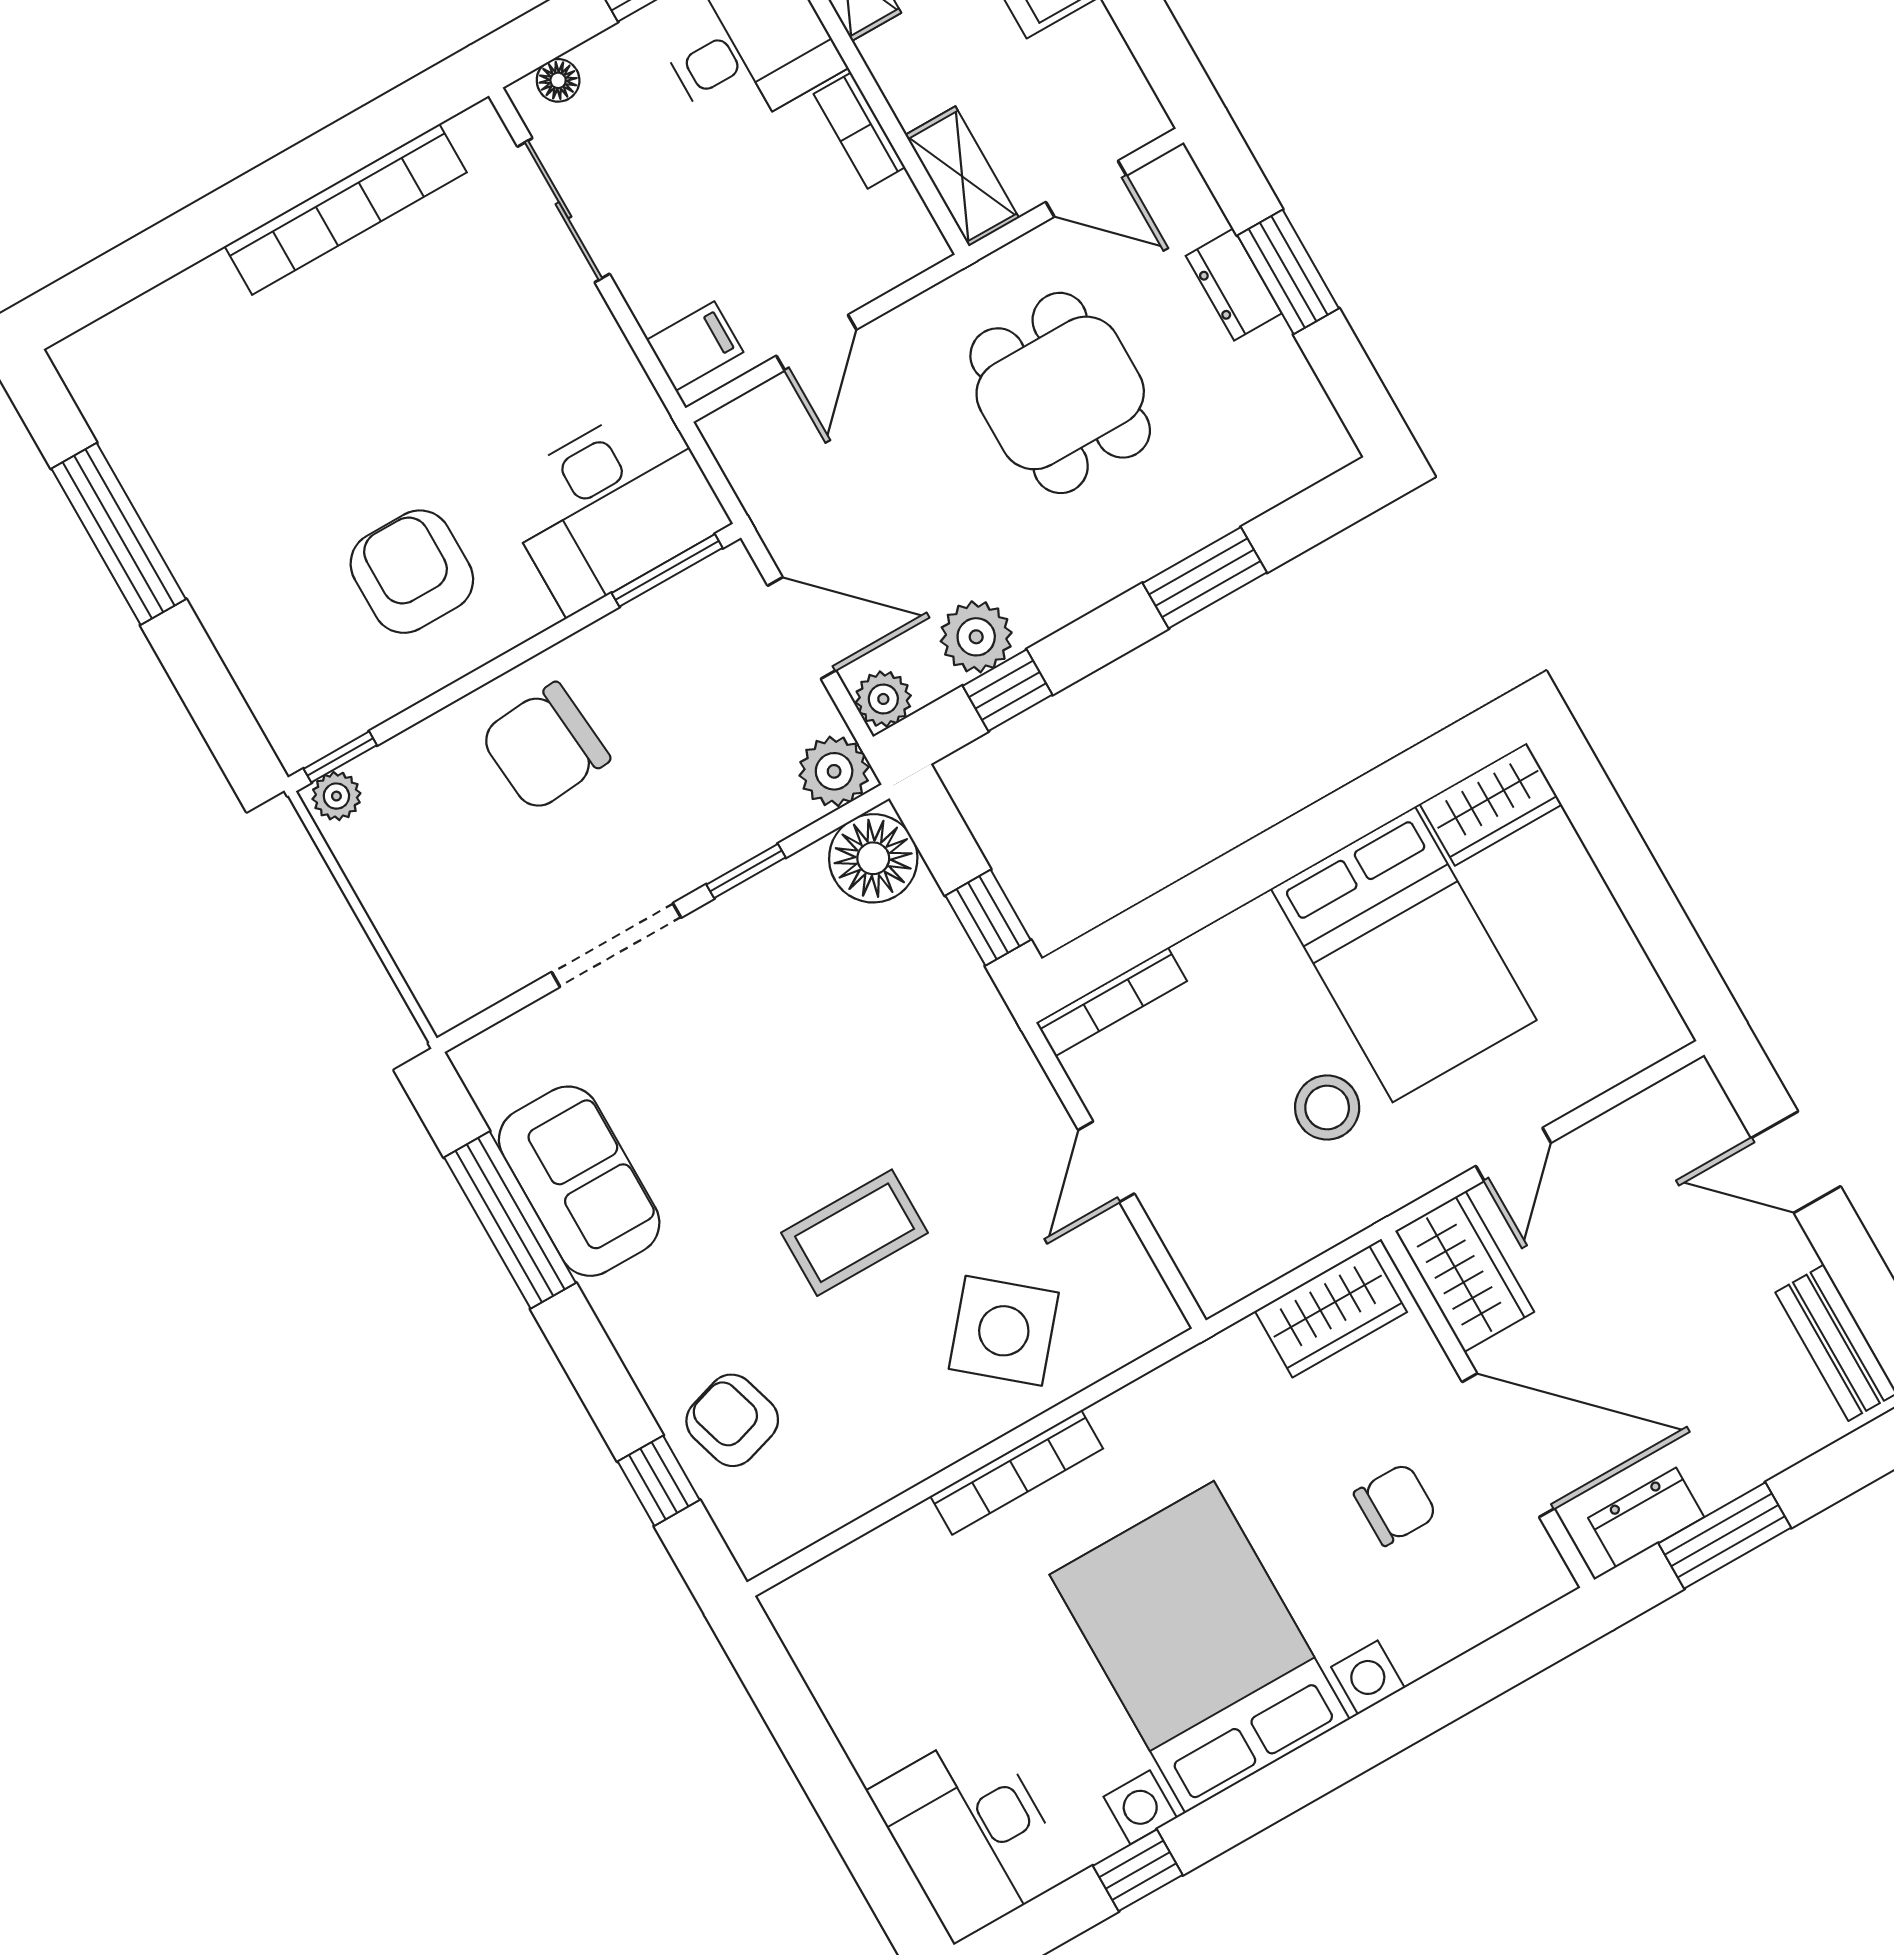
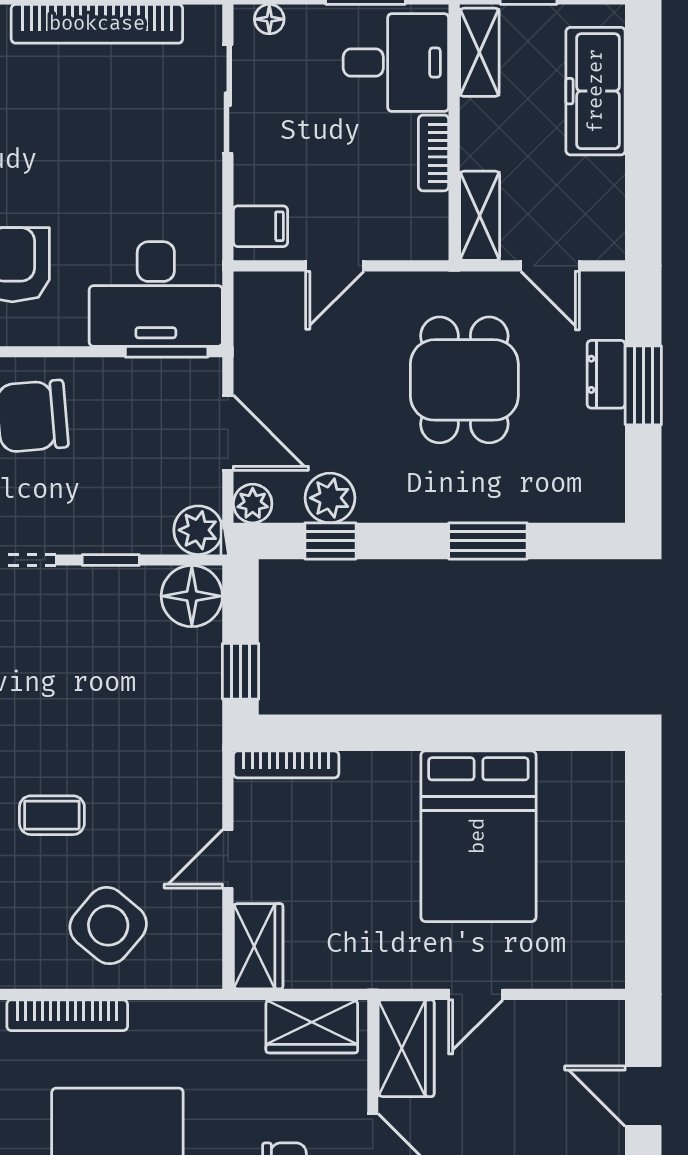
wardrobe: (1491, 804) -> (258, 946), moved, turned -90
stool: (1327, 1108) -> (380, 902), removed
coffee table: (855, 1233) -> (52, 815), width x0.73, depth x0.77

